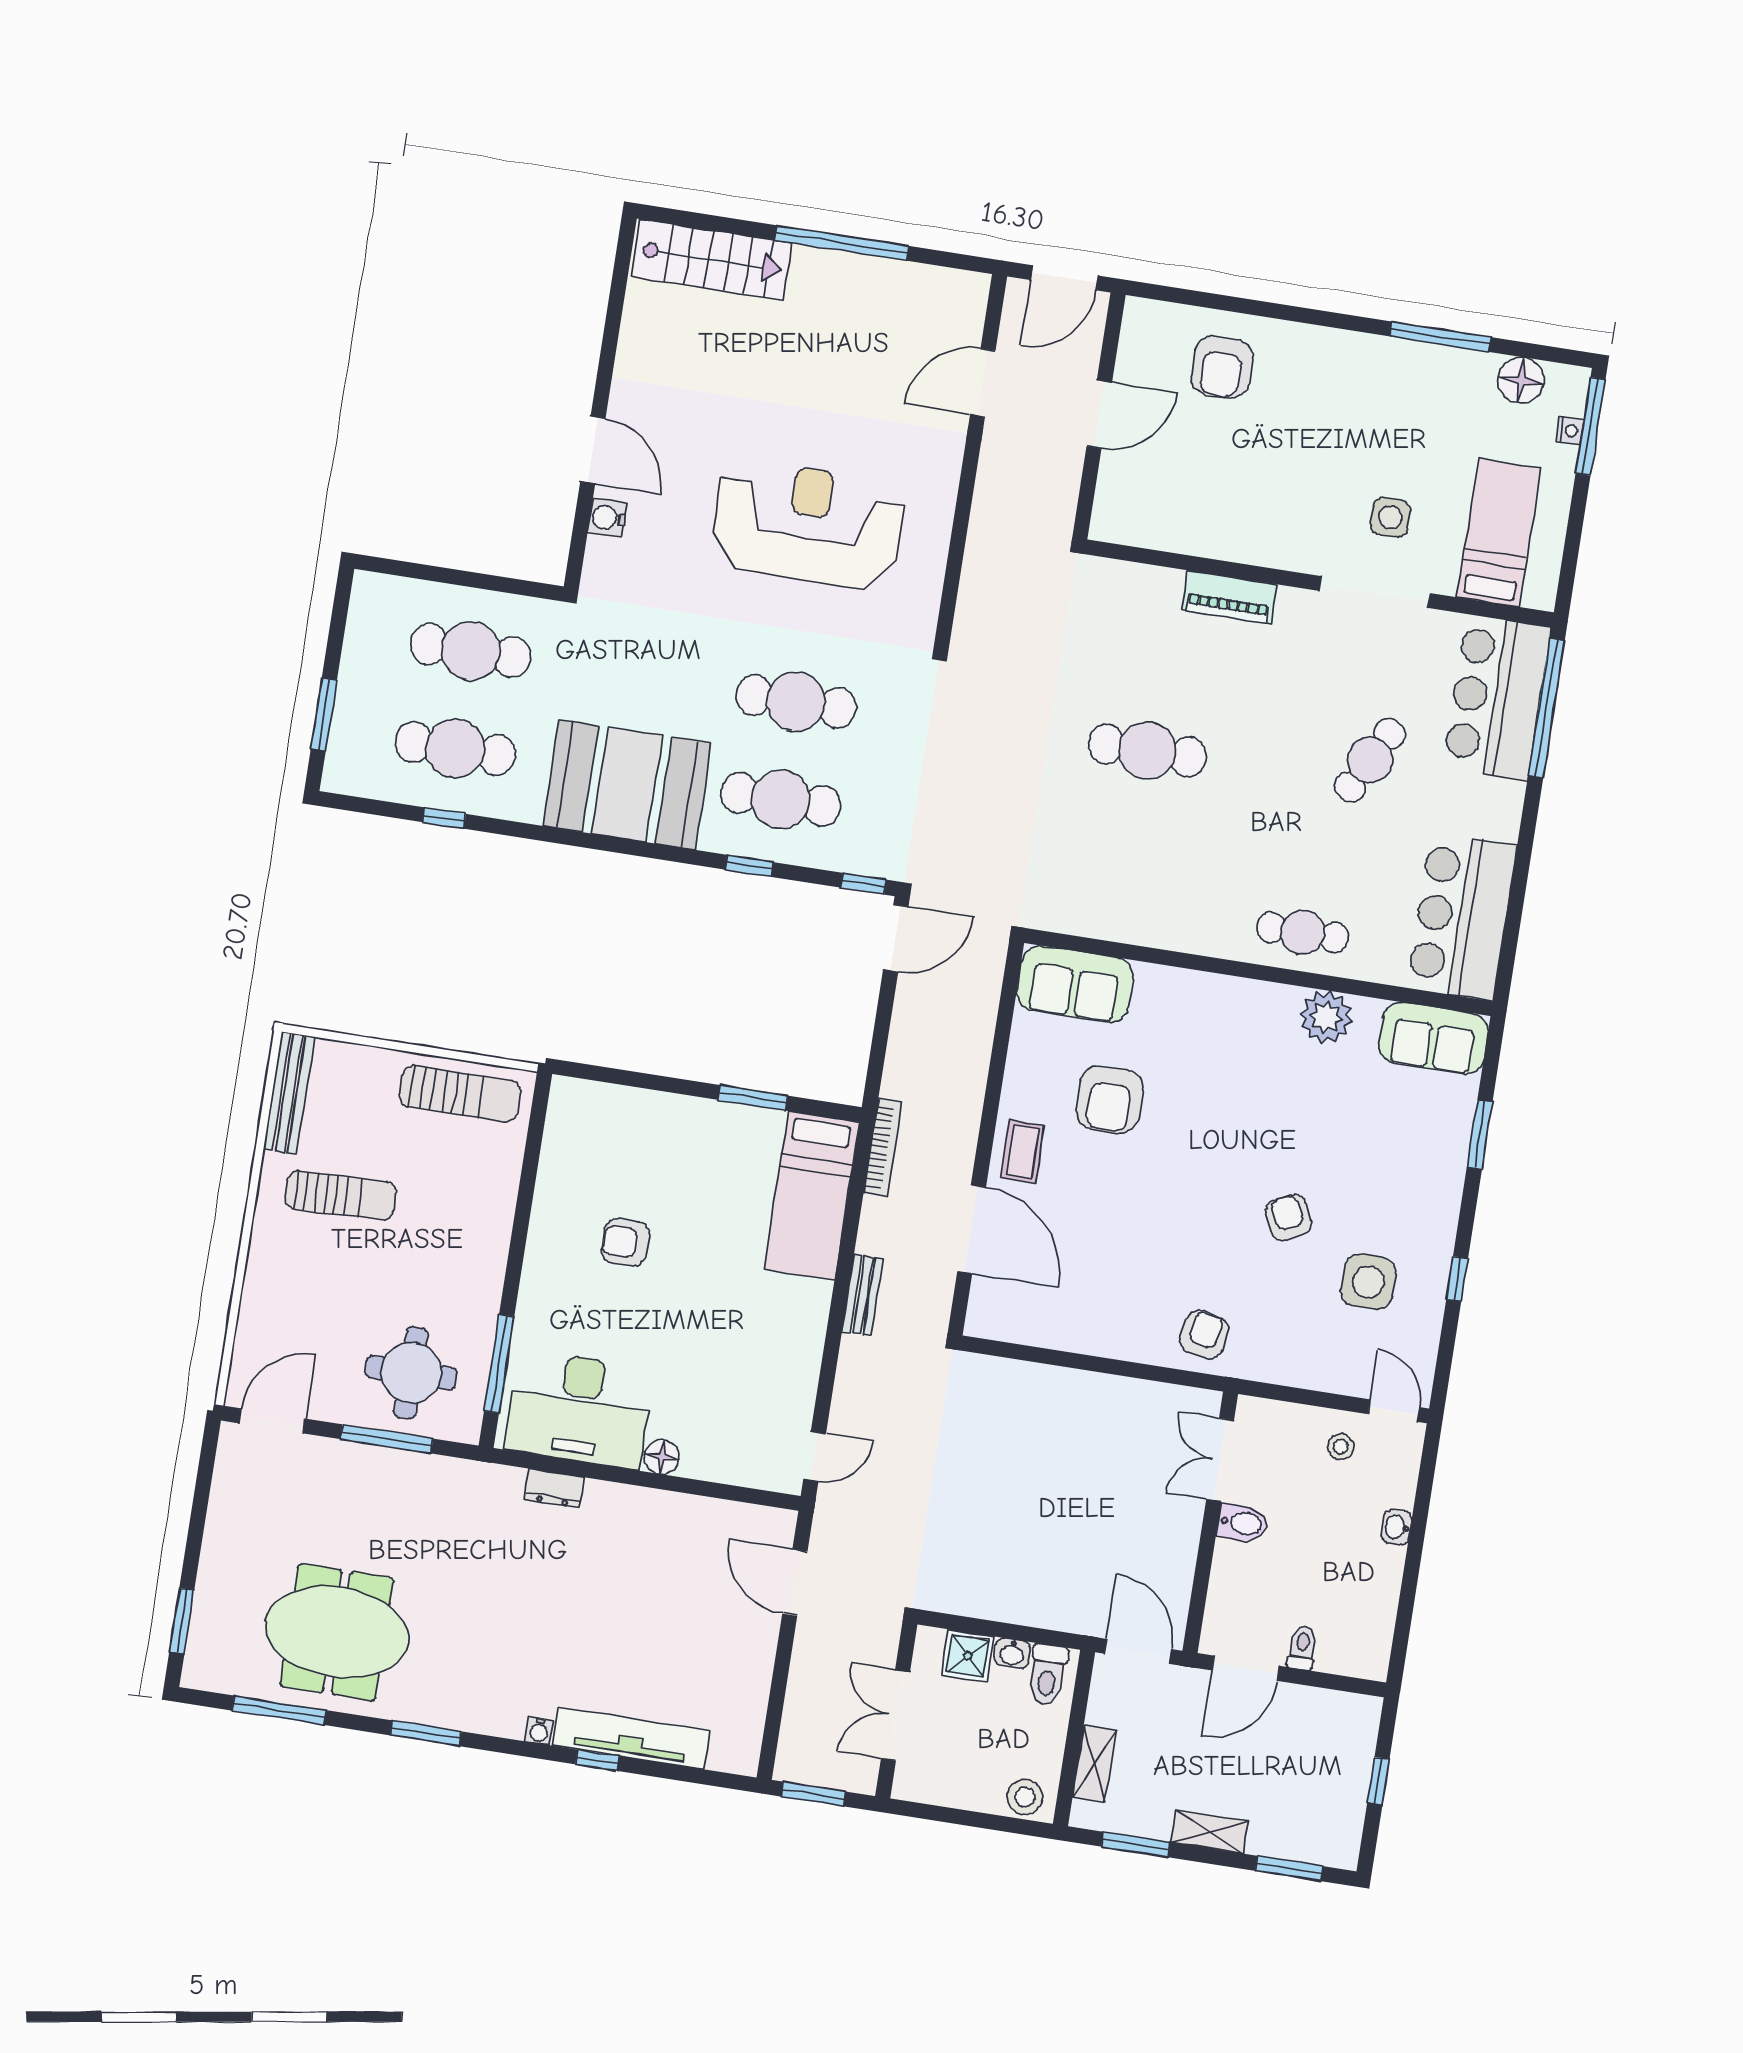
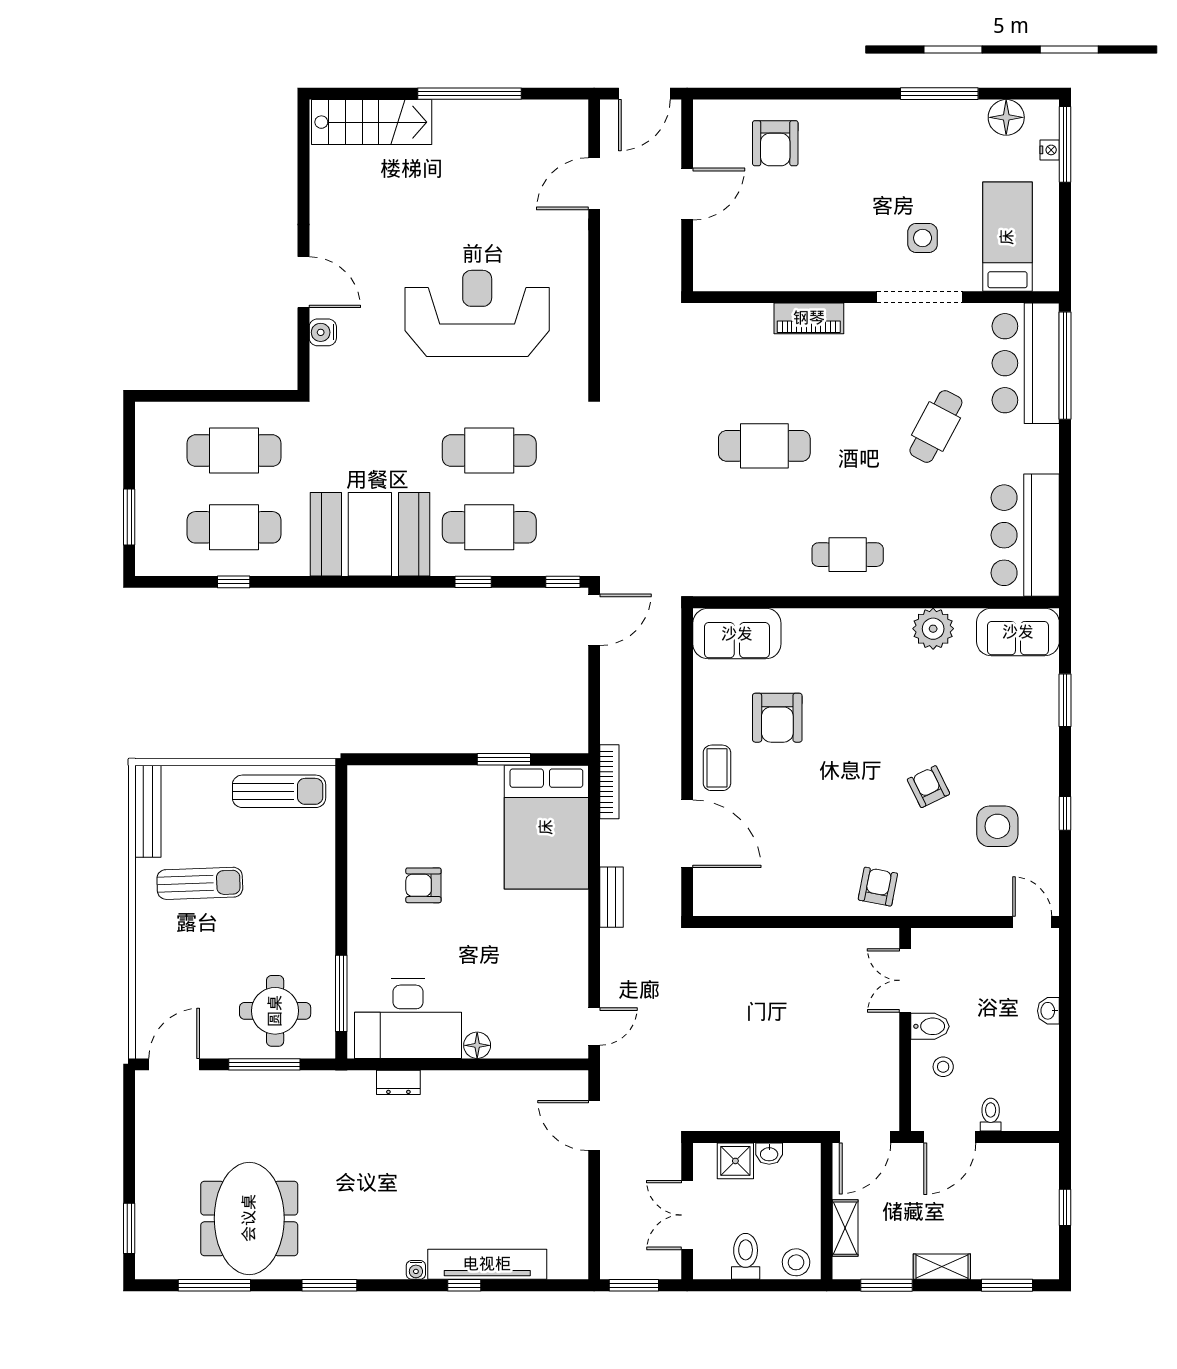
cafe table: (1303, 932) -> (848, 555), moved
bed: (811, 1196) -> (546, 827), width x1.50
stool: (1341, 1447) -> (943, 1067), moved
meeting table: (337, 1632) -> (249, 1218), turned 90
door: (1138, 1651) -> (865, 1137), swing flipped
toilet: (1048, 1675) -> (746, 1256), moved, turned 180

